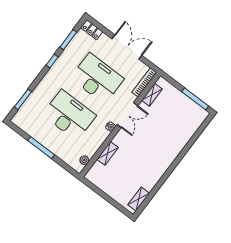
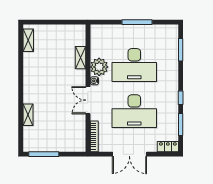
shelving: (152, 95) -> (28, 115), moved
plant: (84, 160) -> (99, 67), moved, width x1.88, depth x1.88

